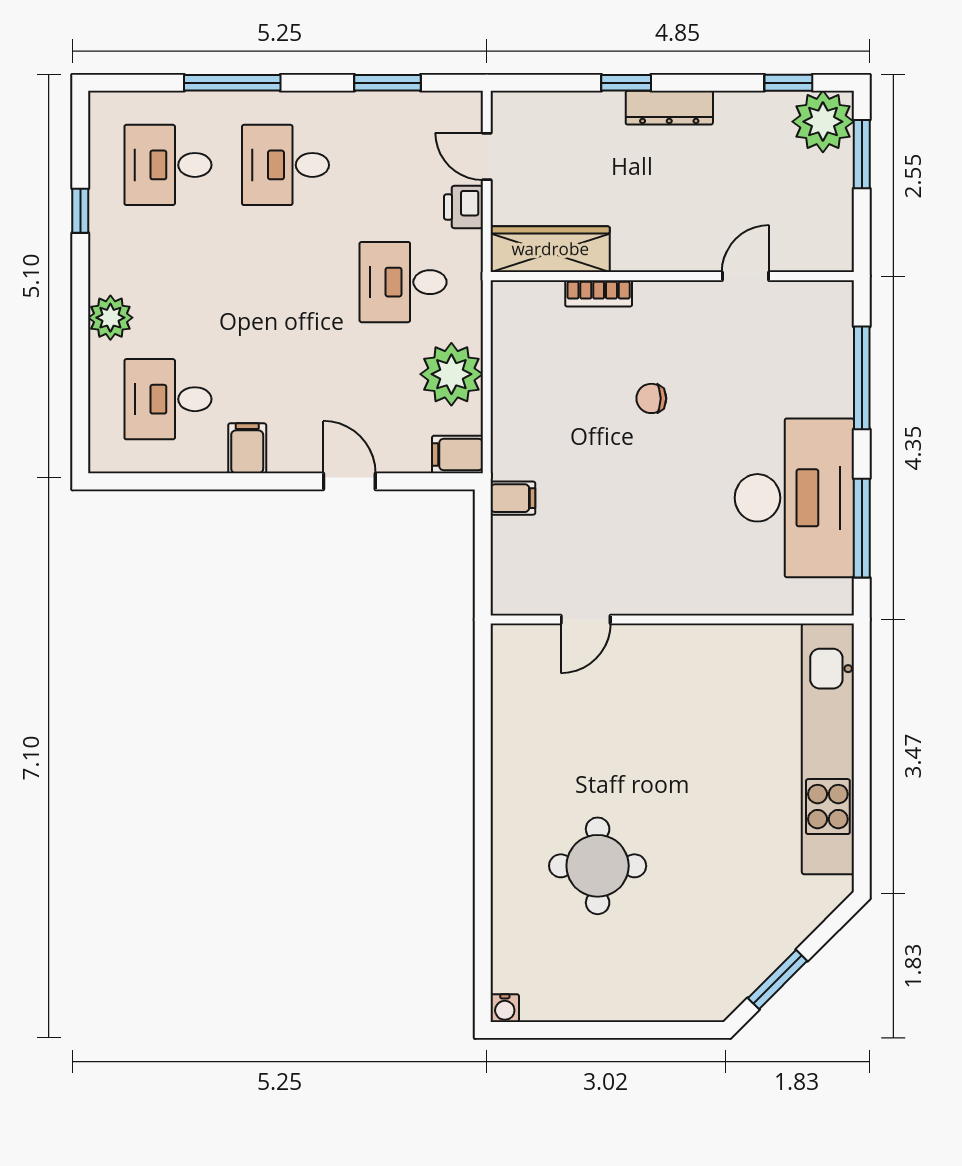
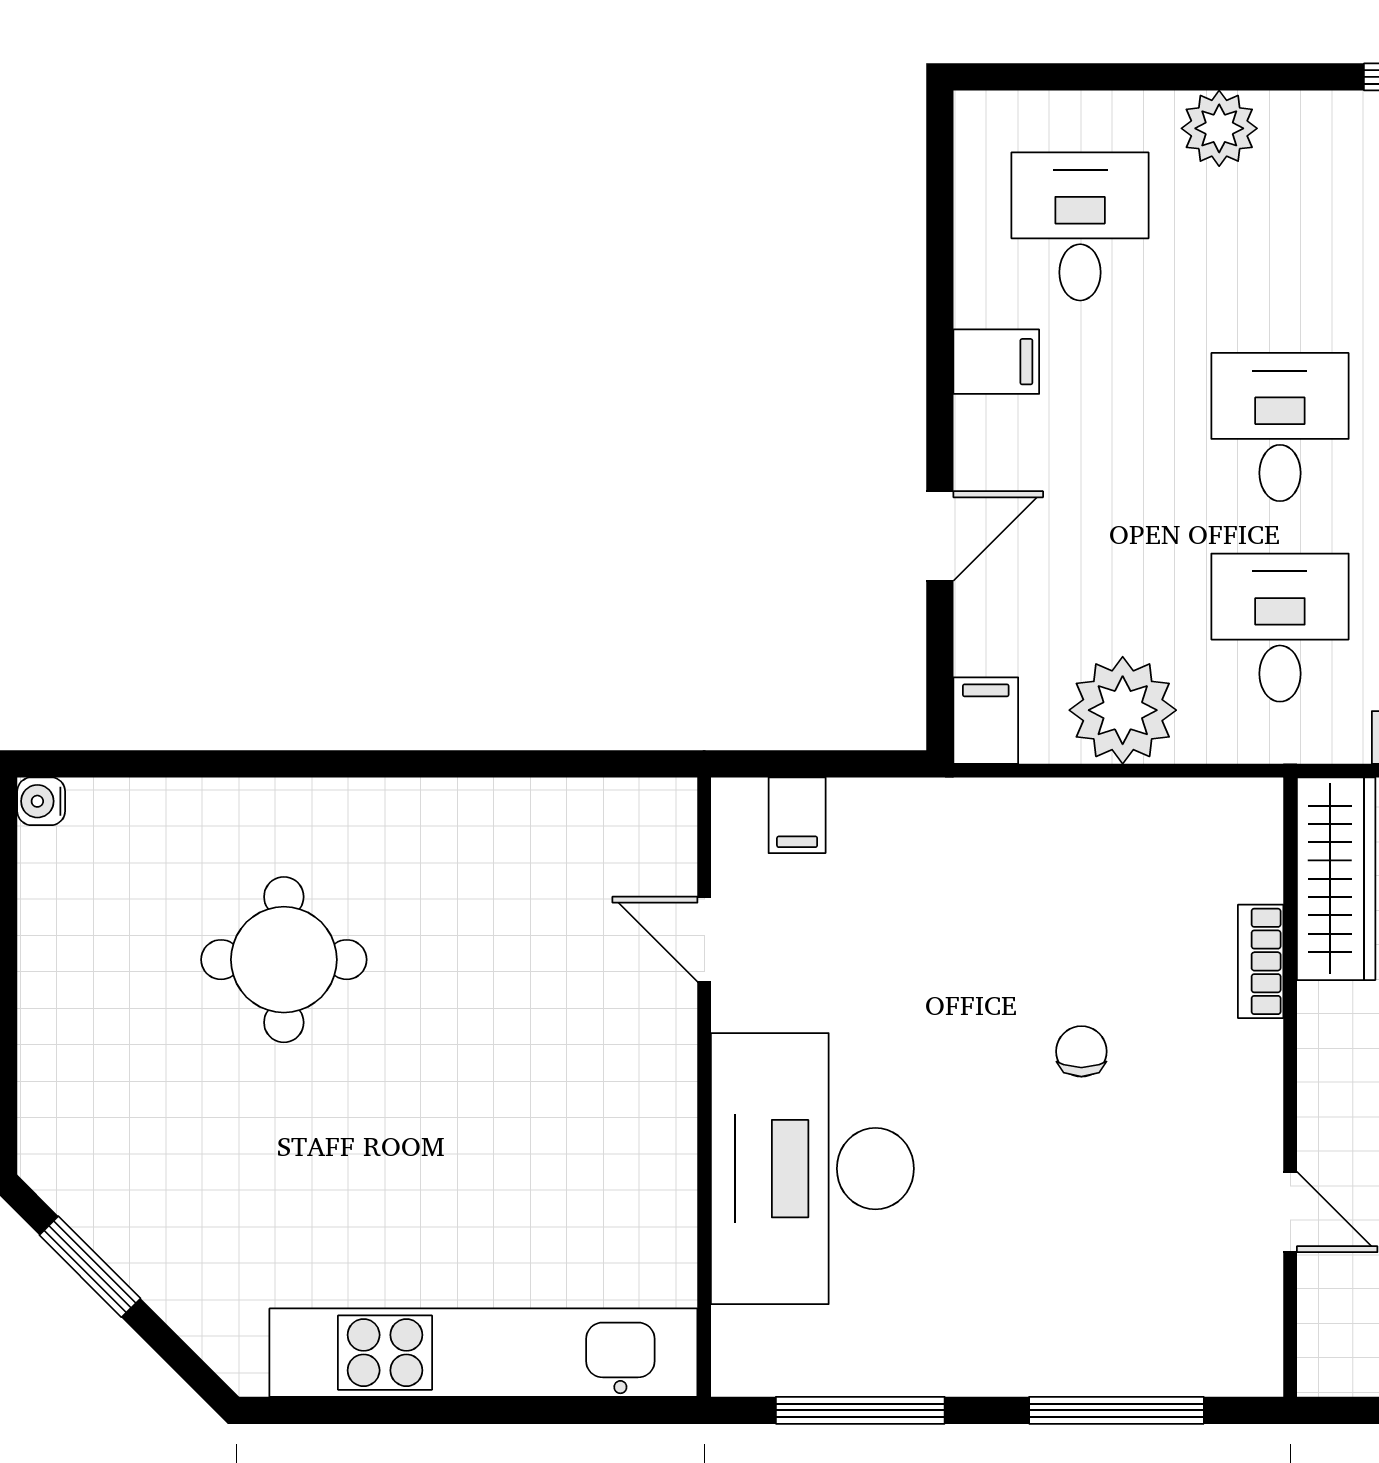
desk: (285, 282) -> (1280, 427), added
filing cabinet: (513, 498) -> (797, 815), moved
desk: (794, 498) -> (812, 1169), moved, turned 90

